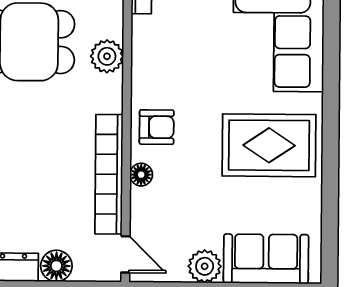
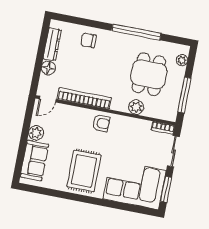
armchair: (157, 127) -> (101, 123), turned -90
floor lamp: (141, 175) -> (81, 113), removed

